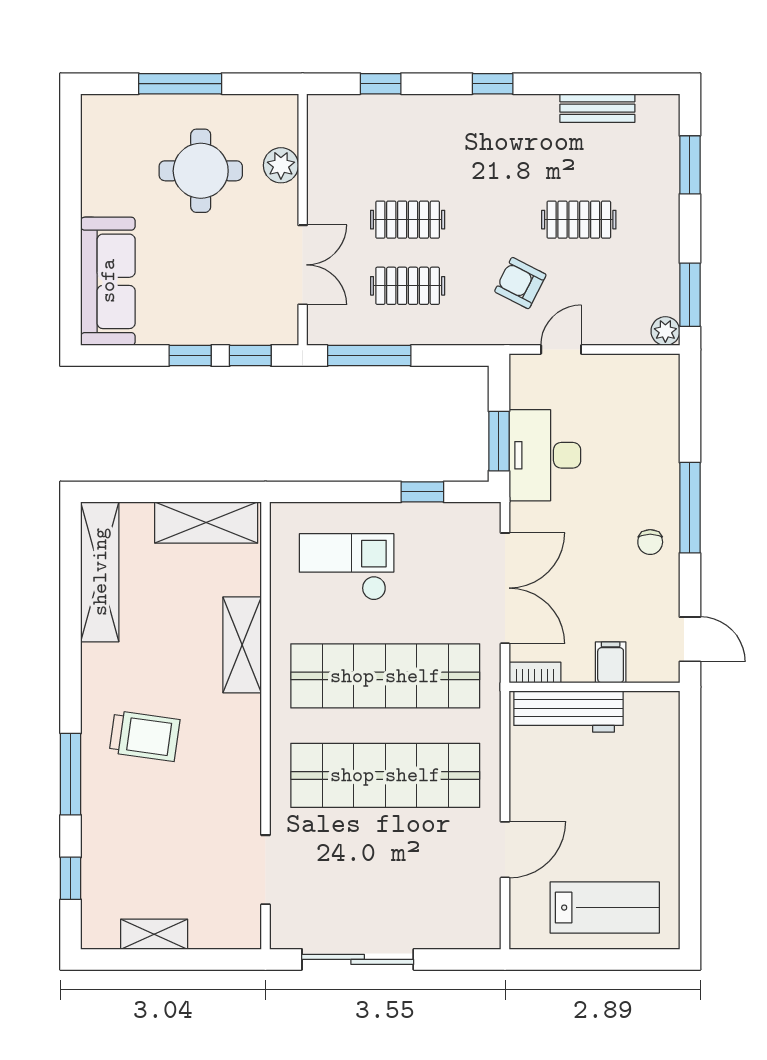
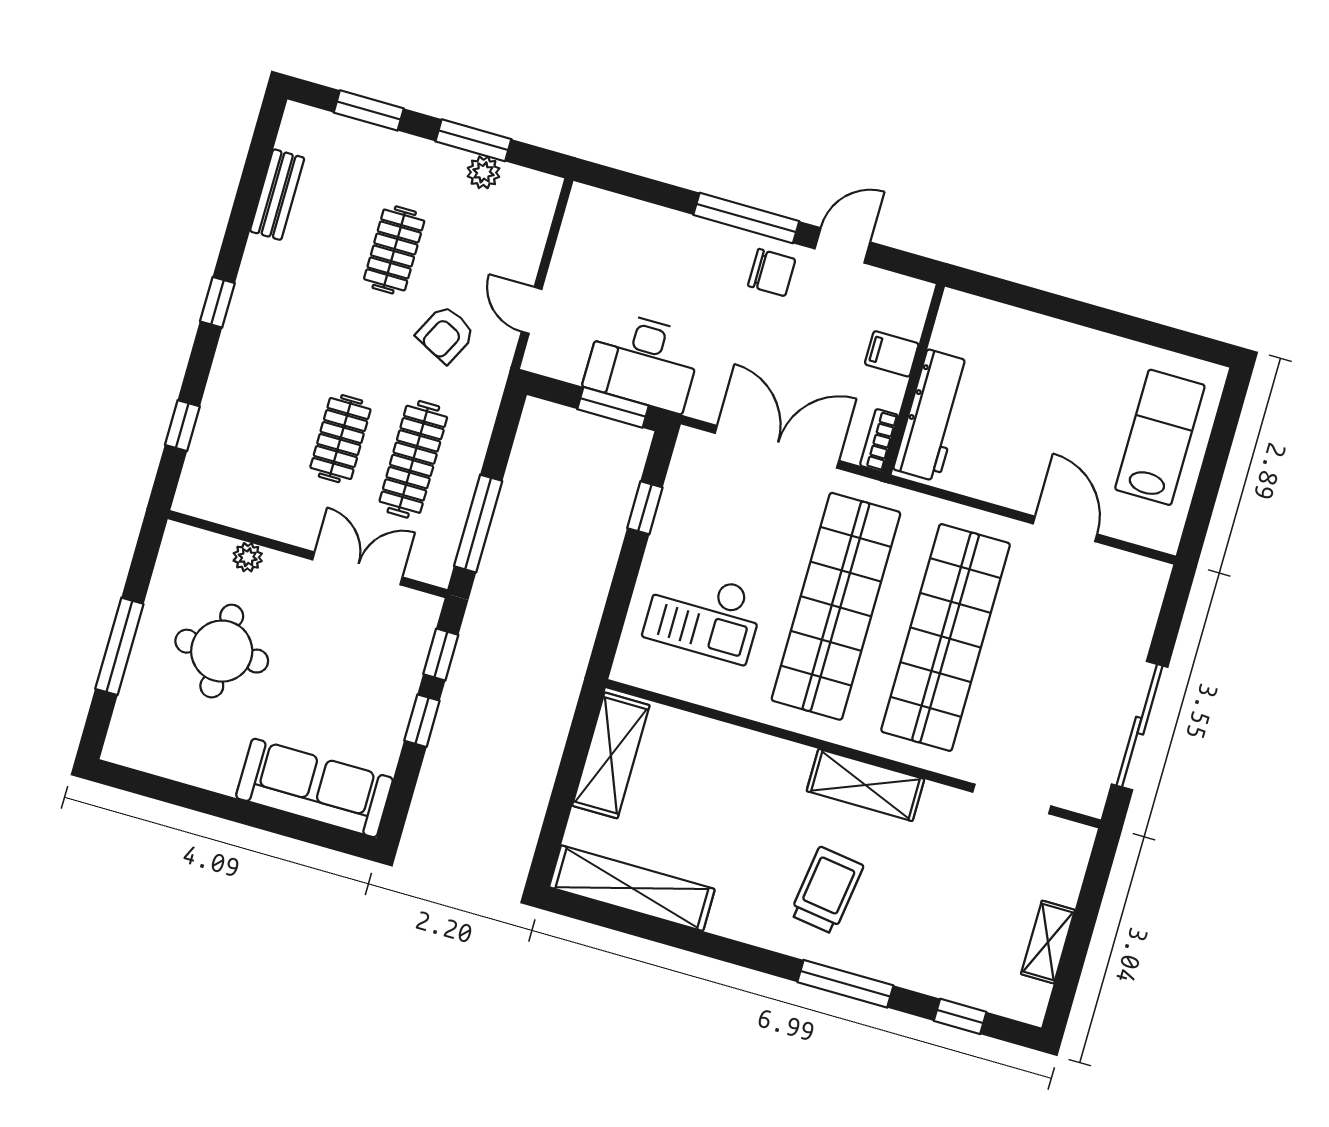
plant: (281, 165) -> (248, 557), width x0.73, depth x0.73
clothes rail: (408, 286) -> (413, 459), width x1.36
window: (690, 295) -> (473, 140), moved
plant: (665, 331) -> (484, 172), moved
chair: (650, 542) -> (772, 273), width x1.37, depth x1.37
checkout: (347, 567) -> (704, 615), turned -90
door: (690, 639) -> (842, 245), moved
shelving: (242, 645) -> (865, 785), moved

